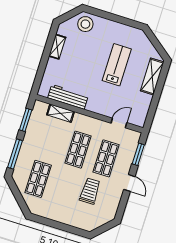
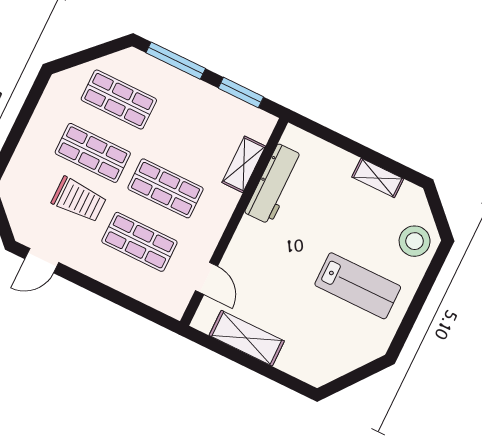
lab bench: (117, 65) -> (358, 286), moved
shelving: (152, 76) -> (247, 338), moved
window: (138, 154) -> (138, 308), removed
door: (129, 183) -> (42, 261), moved
shop shelf: (66, 188) -> (93, 153), added

